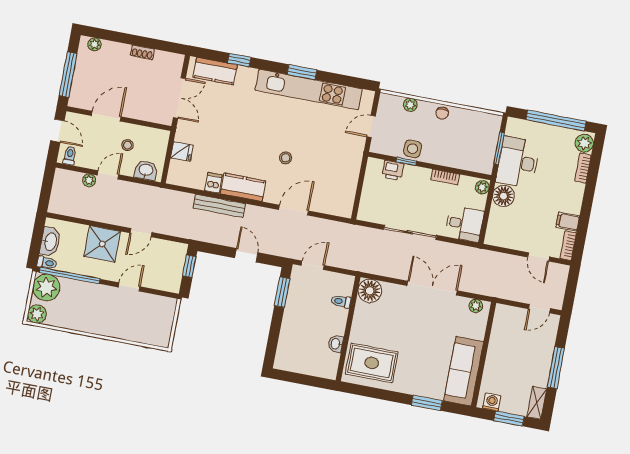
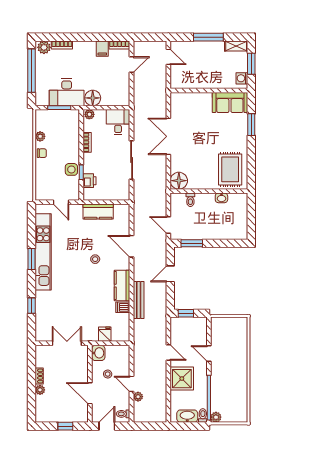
plant: (95, 44) -> (40, 390), moved
kitchen counter: (215, 71) -> (98, 212), moved, turned 90
window: (68, 75) -> (65, 426), width x0.46
plant: (410, 105) -> (40, 136), moved
washbasin: (146, 170) -> (98, 353), moved, turned 180
plant: (46, 287) -> (216, 417), width x0.53, depth x0.53
plant: (476, 306) -> (175, 103), removed
plant: (37, 314) -> (241, 416), removed
sofa: (464, 371) -> (230, 103), width x0.73

